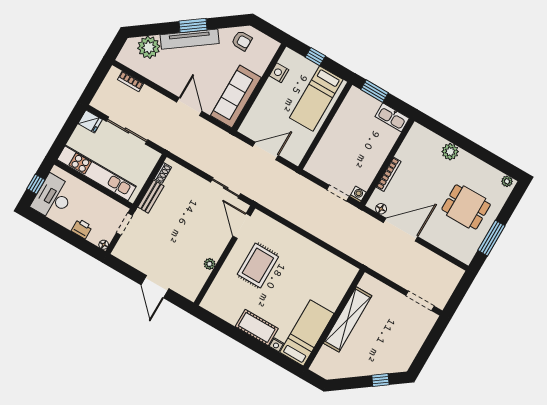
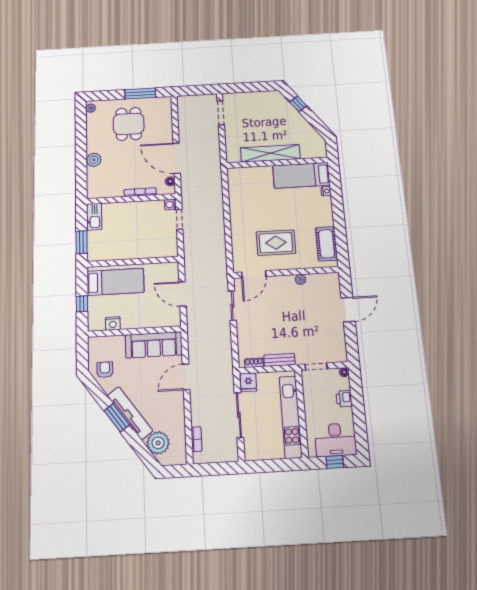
fridge: (90, 121) -> (248, 382), moved, turned 180
cot: (257, 327) -> (326, 244), moved

